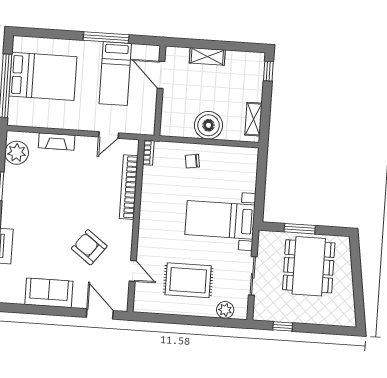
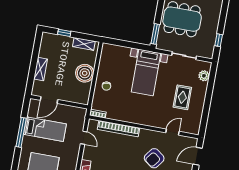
window: (268, 71) -> (64, 33), moved
window: (300, 229) -> (155, 34), moved
rug: (188, 280) -> (182, 97), width x0.73, depth x0.70

